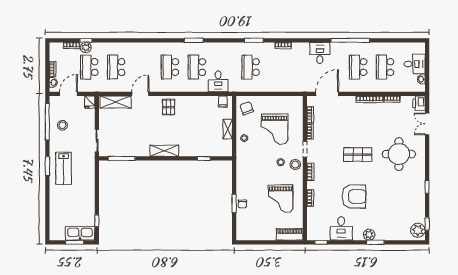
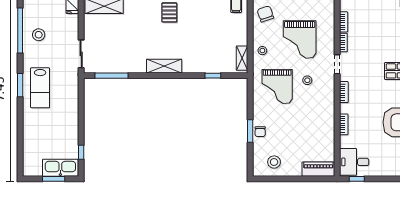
shelving: (228, 129) -> (242, 58), moved
stool: (295, 164) -> (274, 162), moved
grand piano: (281, 199) -> (277, 86), moved
desk: (341, 228) -> (354, 162), moved, turned 90

